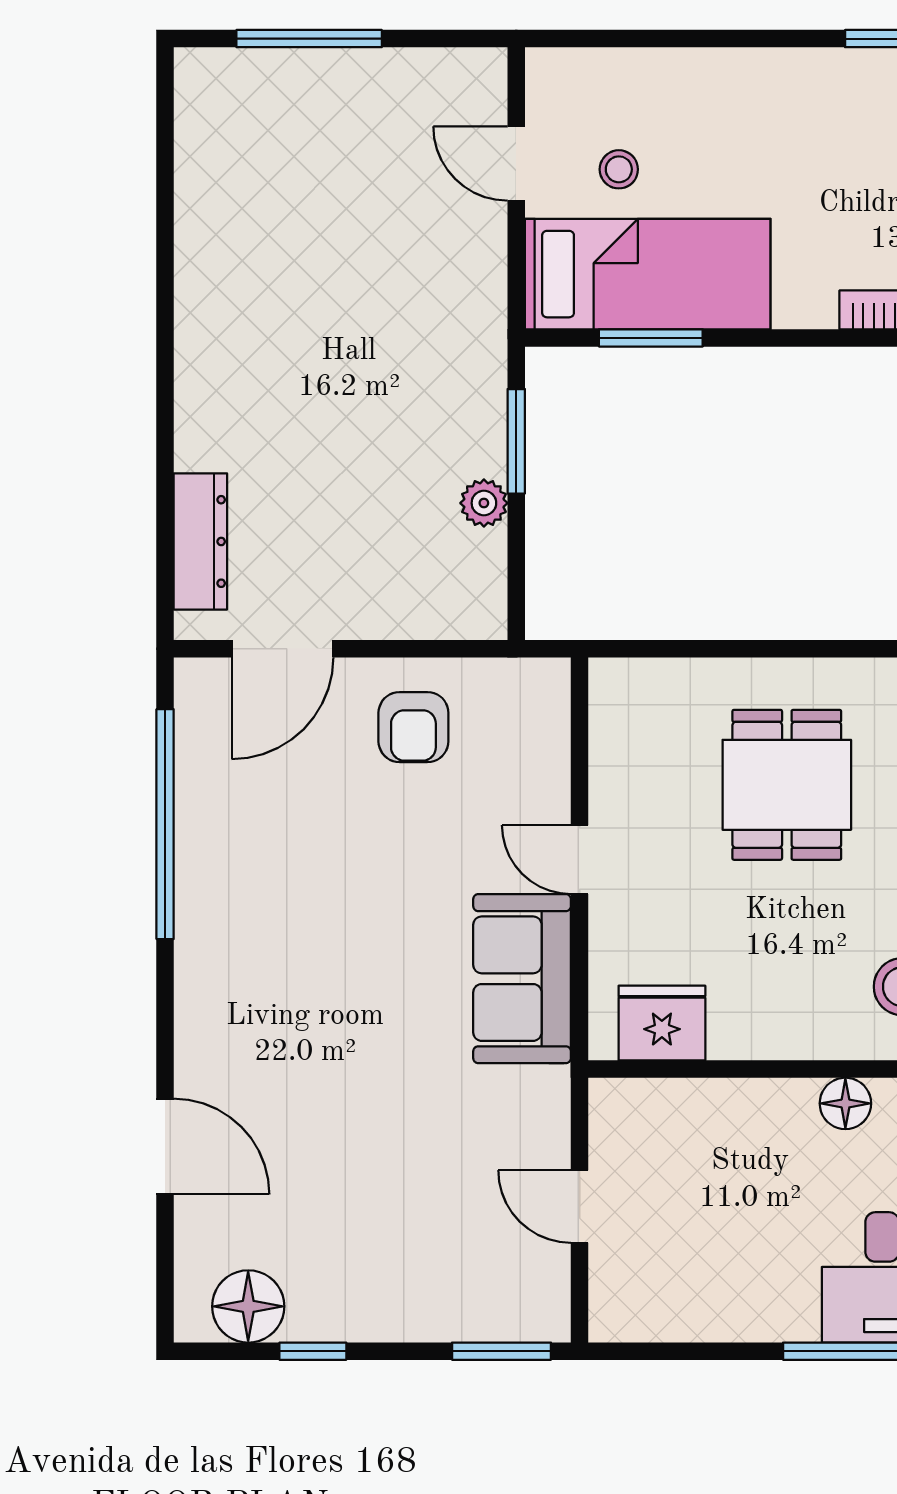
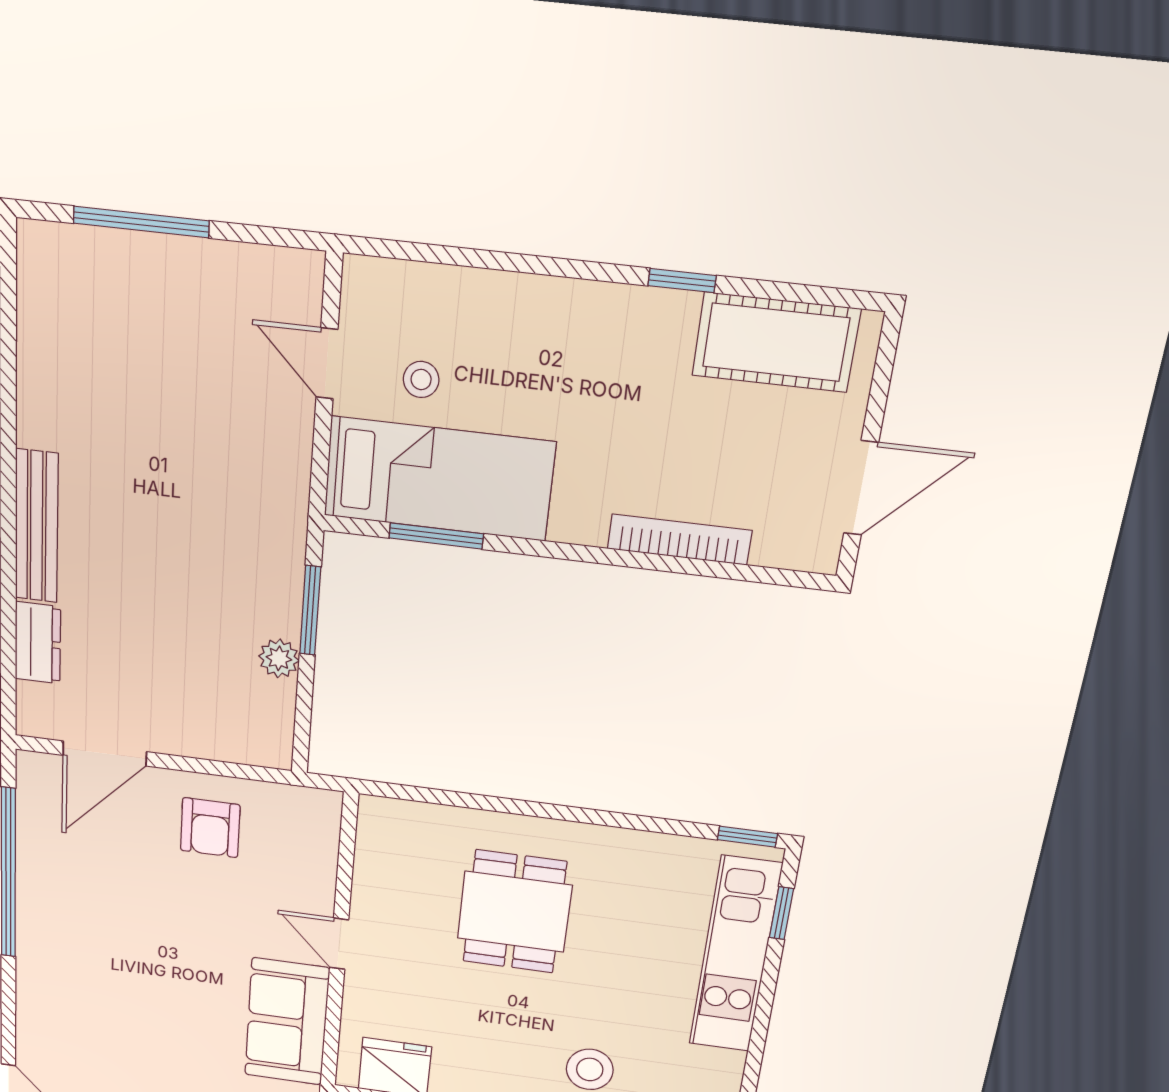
bench: (198, 382) -> (37, 526), added
dresser: (200, 541) -> (38, 643), width x0.70

